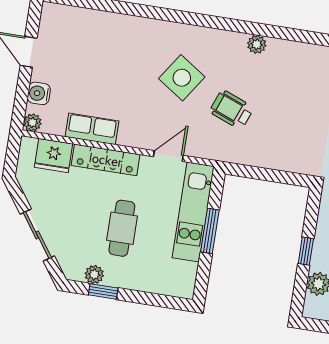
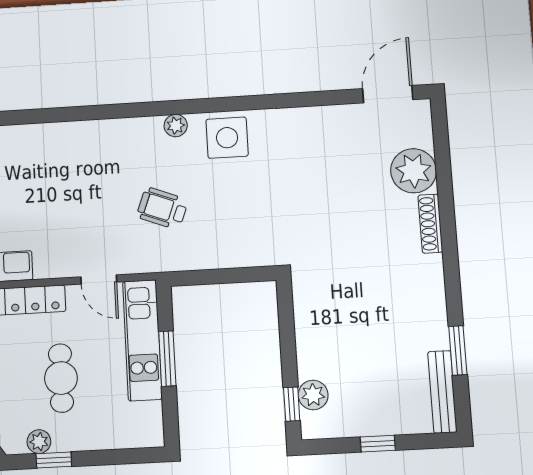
side table: (182, 78) -> (227, 138), moved, turned -34
door: (168, 156) -> (99, 279), swing flipped
window: (306, 251) -> (292, 404), moved

